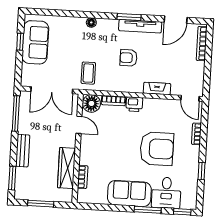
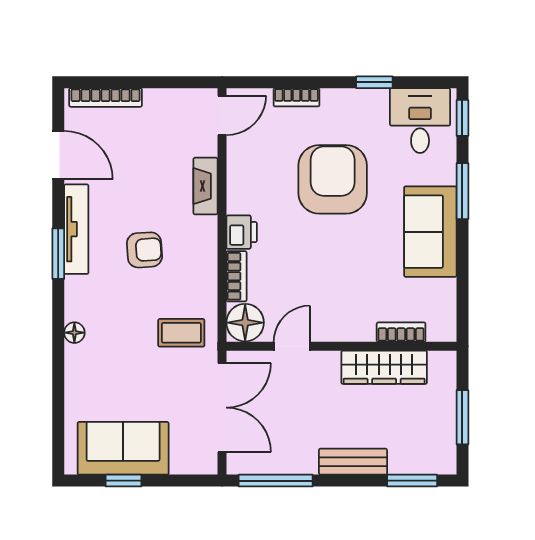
armchair: (129, 58) -> (144, 250), turned -94
desk: (166, 193) -> (420, 121), moved, turned -90

